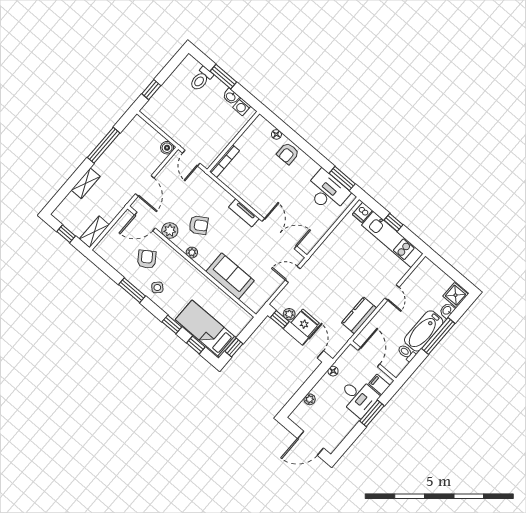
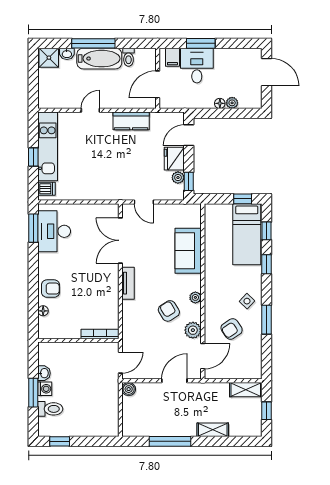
window: (151, 90) -> (60, 441), moved
washing machine: (242, 107) -> (45, 389), moved
door: (145, 222) -> (203, 356), hinge flipped
floor lamp: (333, 371) -> (220, 103), moved

